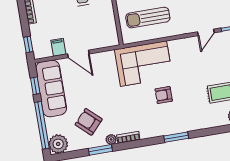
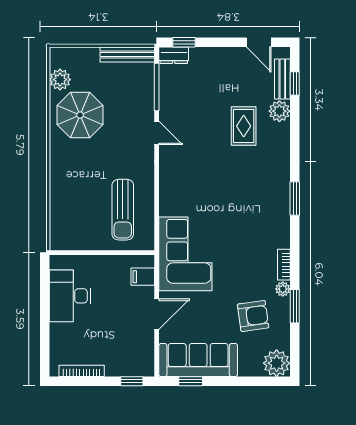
filing cabinet: (58, 47) -> (143, 277), moved
corner sofa: (143, 64) -> (185, 254), moved
armchair: (164, 95) -> (234, 206), removed
armchair: (89, 122) -> (253, 316), turned -141
window: (42, 125) -> (247, 381), removed

